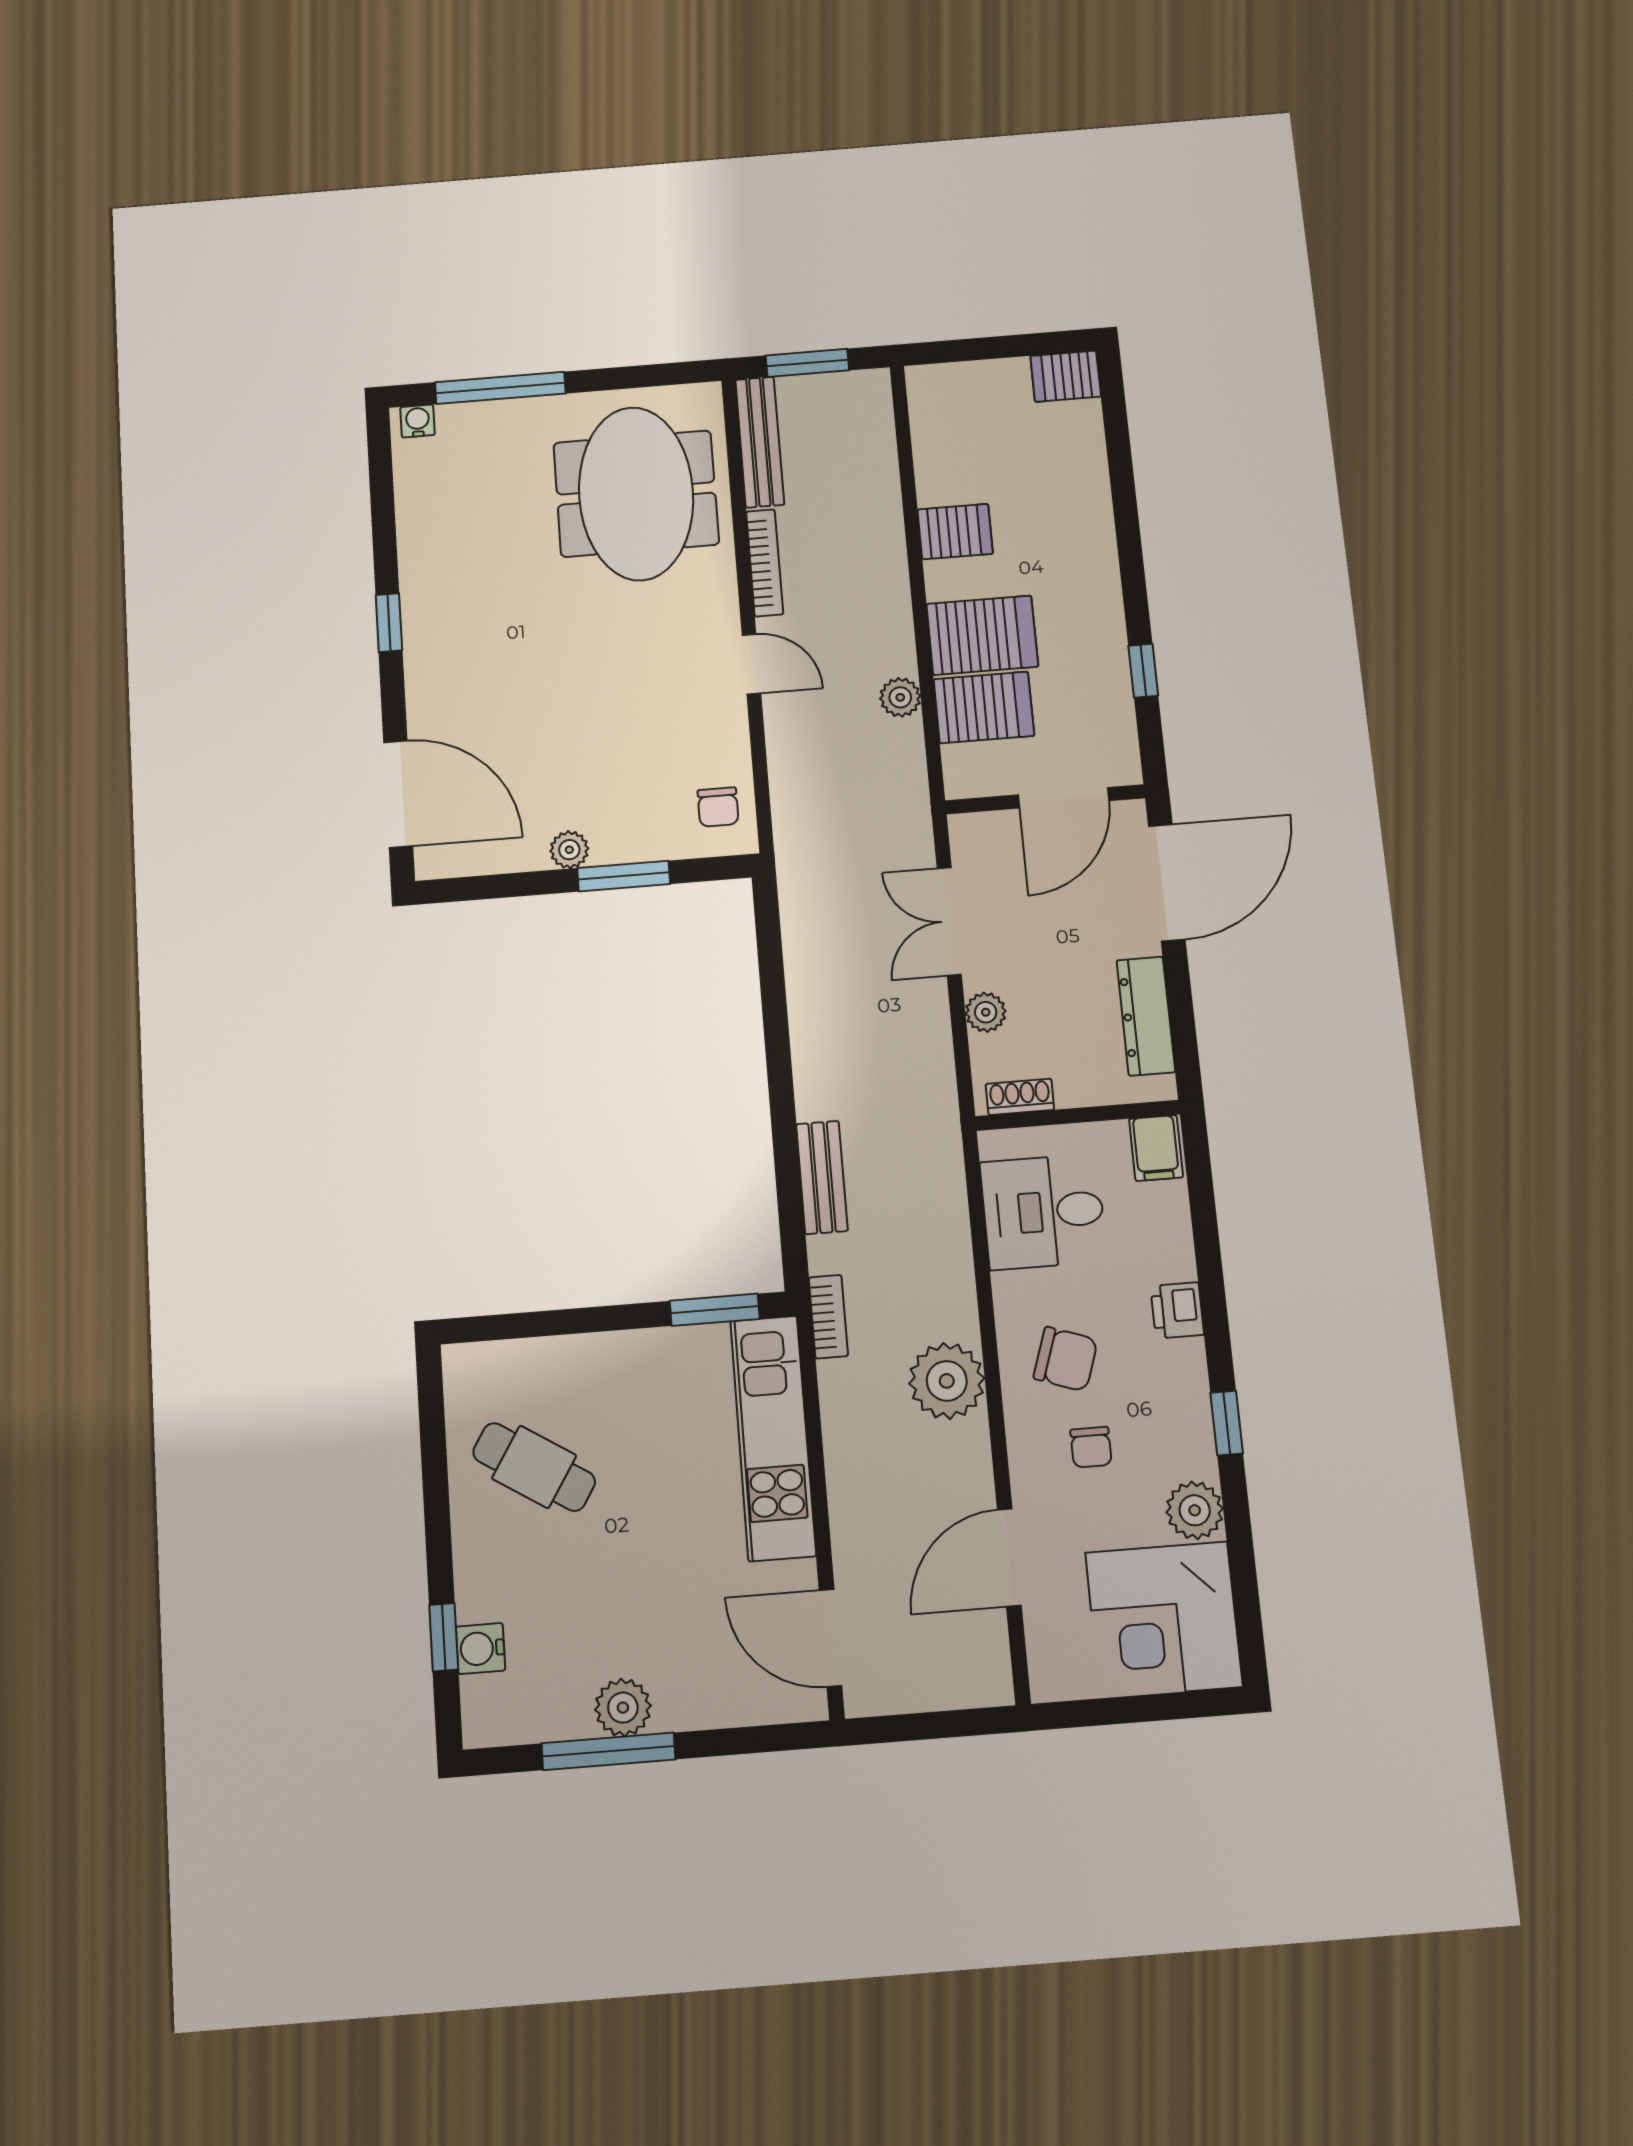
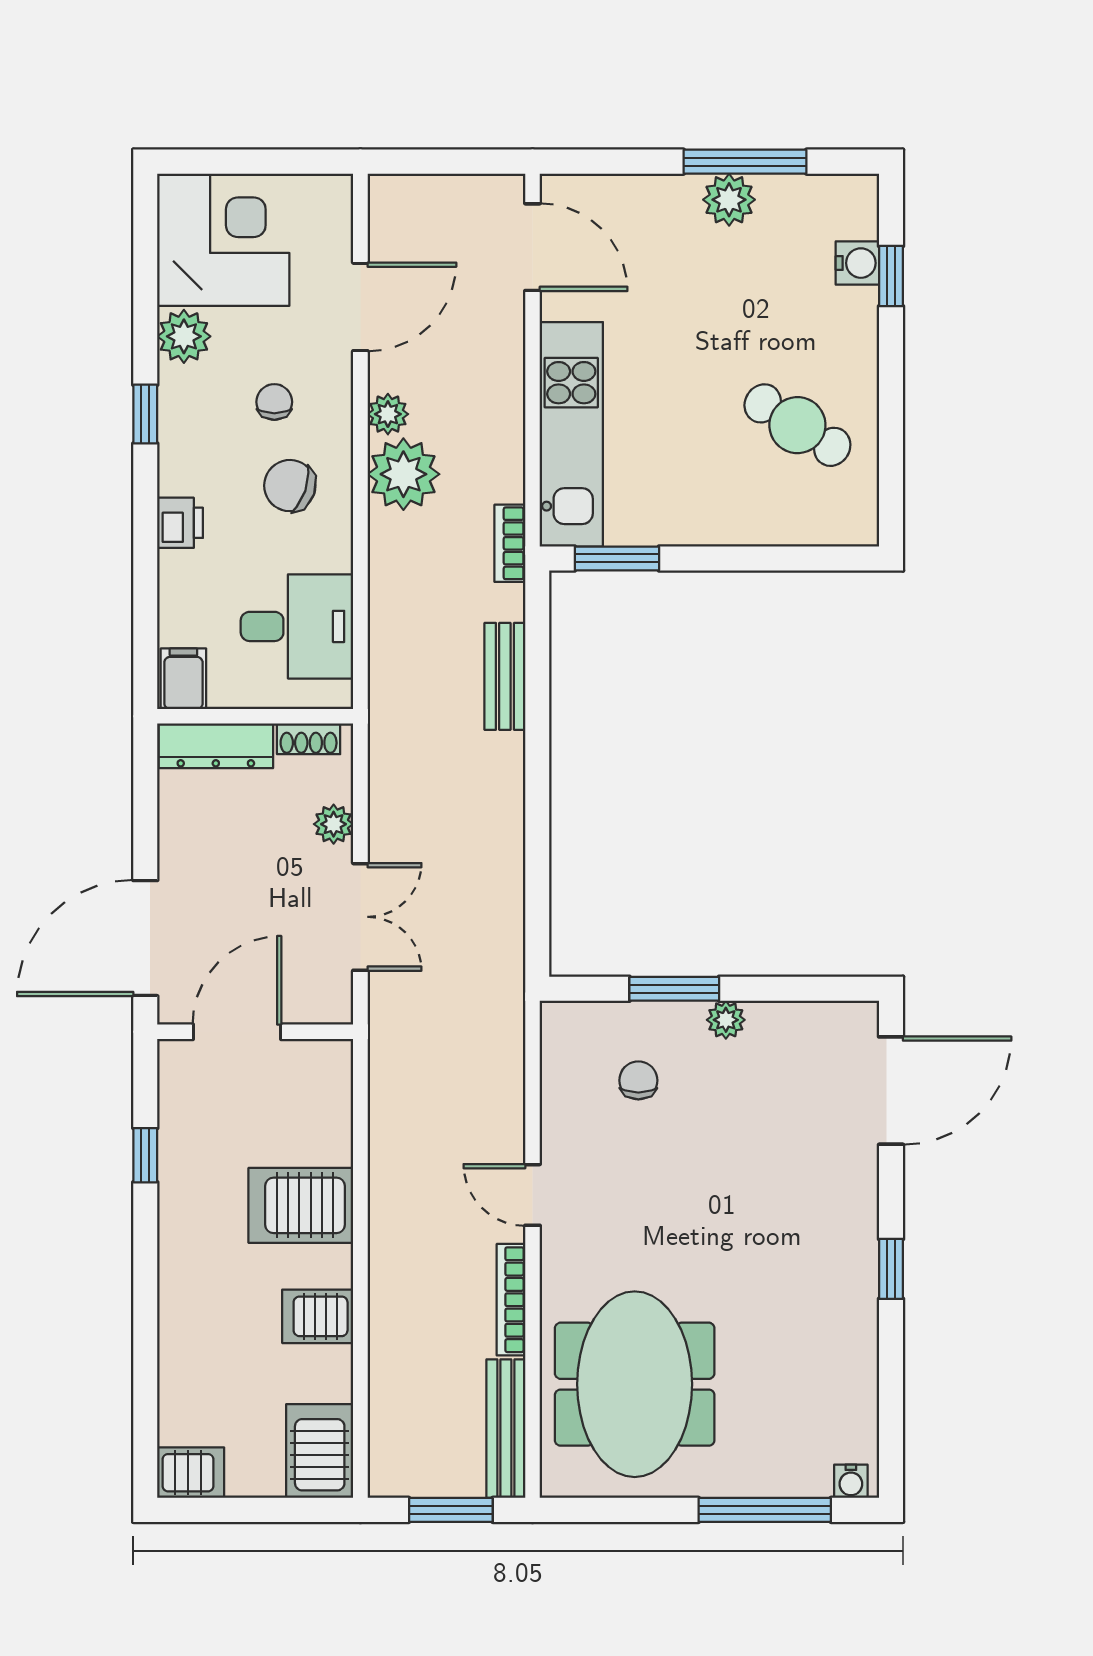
plant: (900, 697) -> (388, 414), moved
server rack: (984, 707) -> (320, 1451), moved, turned 90
door: (398, 794) -> (891, 1091), swing flipped
chair: (718, 807) -> (638, 1080), moved
dresser: (1146, 1016) -> (216, 746), moved, turned 90

